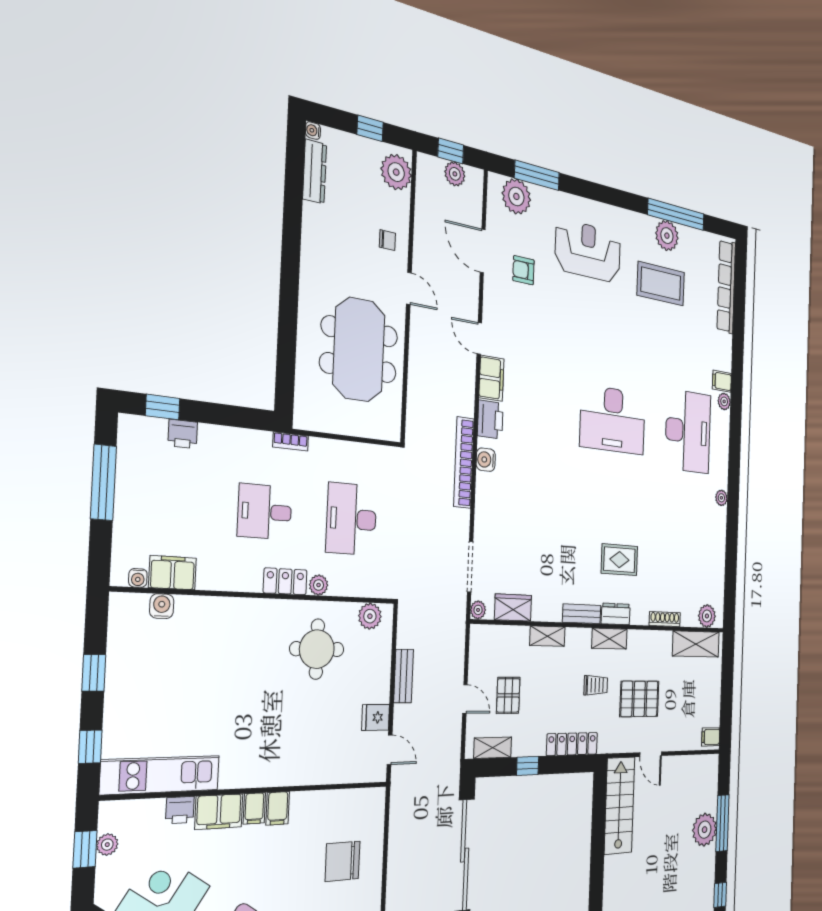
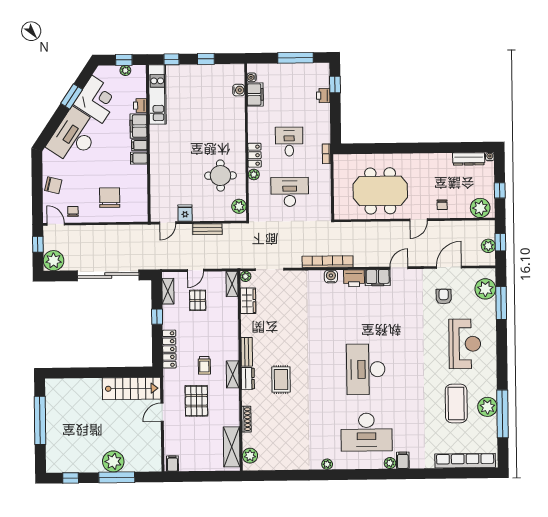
shelving: (547, 636) -> (232, 284), moved
pallet: (508, 695) -> (198, 300), turned 90

